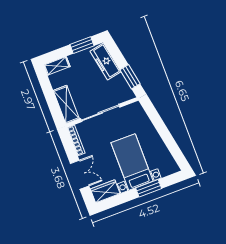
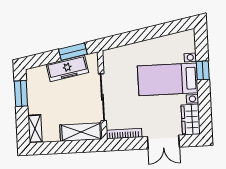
freezer: (105, 61) -> (67, 68), moved
double door: (80, 175) -> (163, 142), swing flipped
window: (149, 188) -> (203, 70), width x0.67

